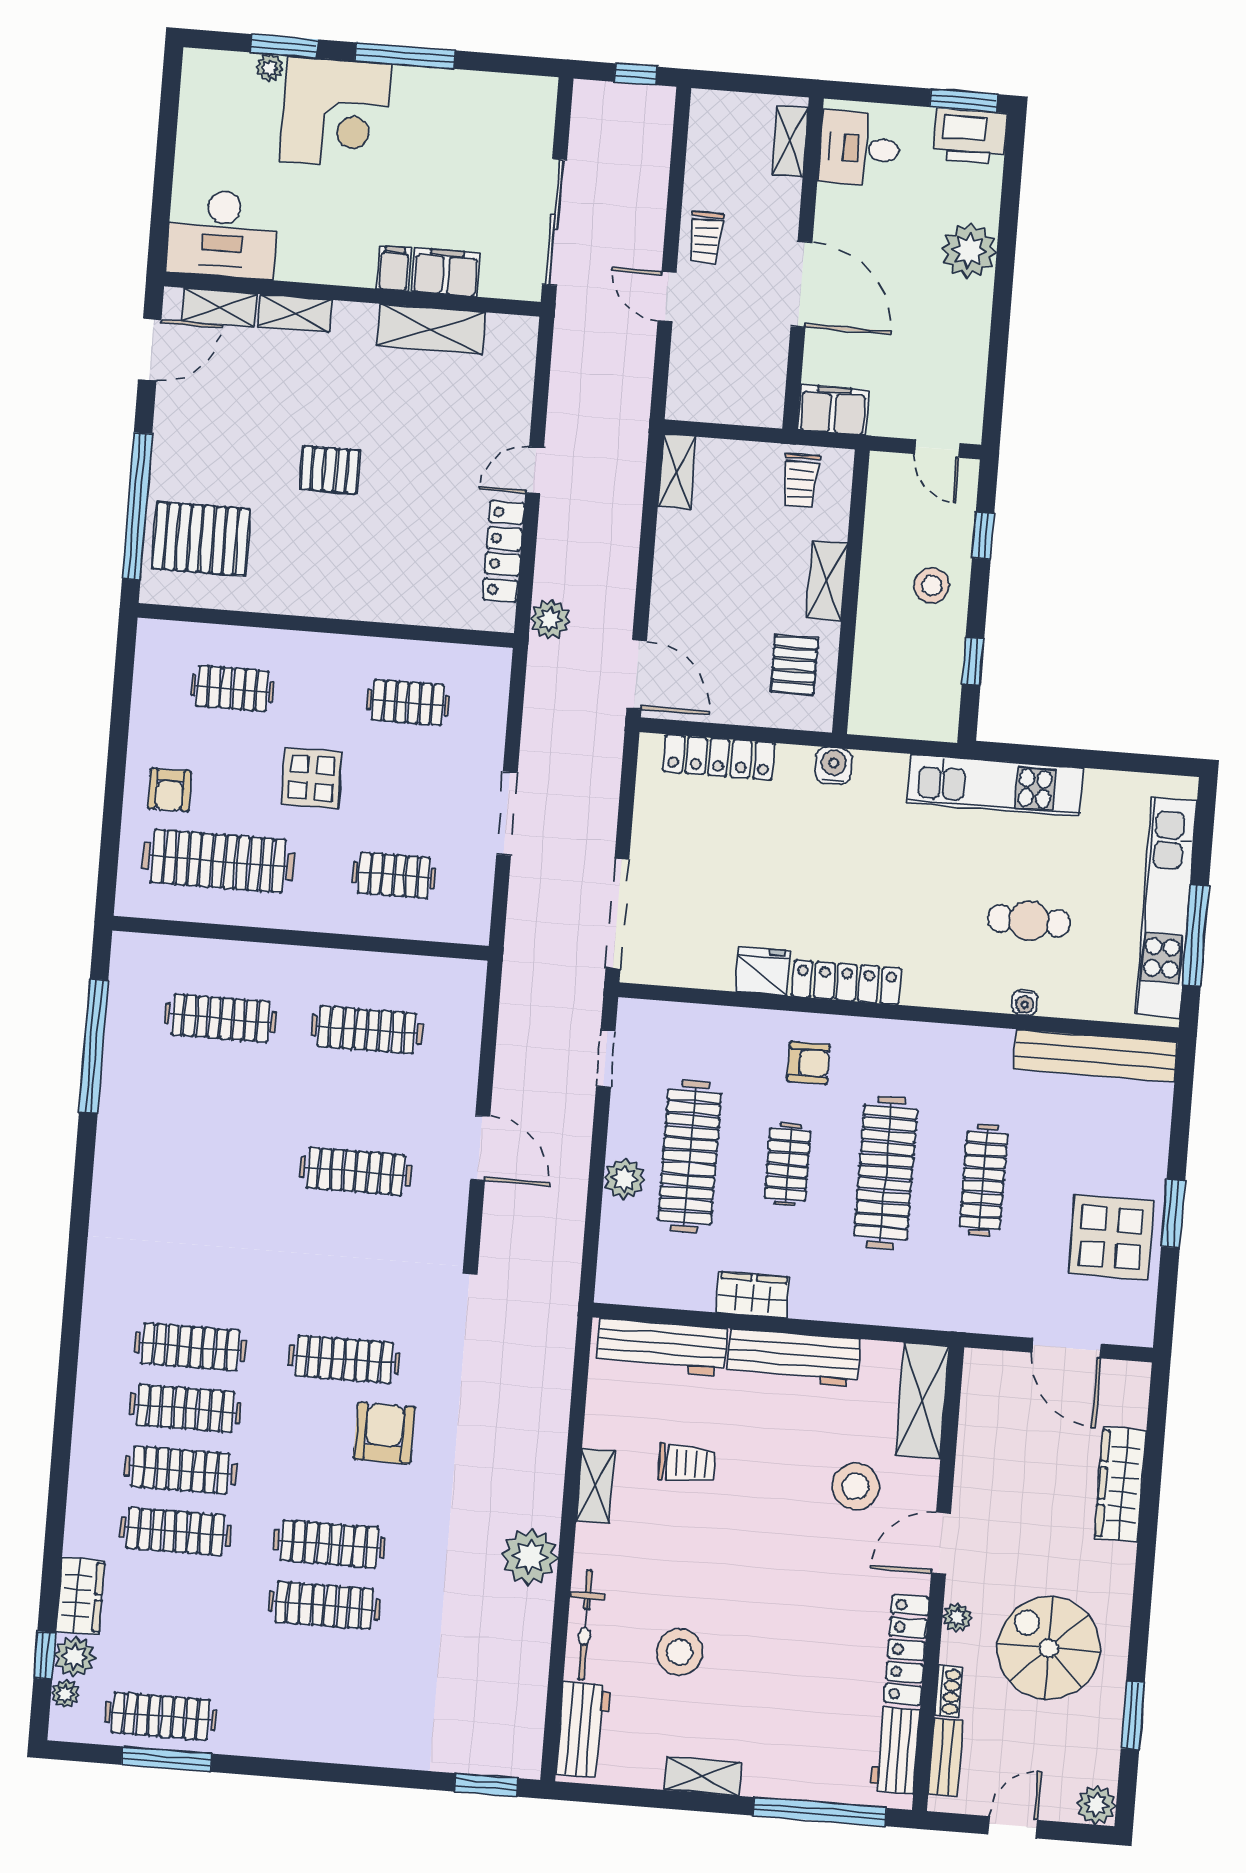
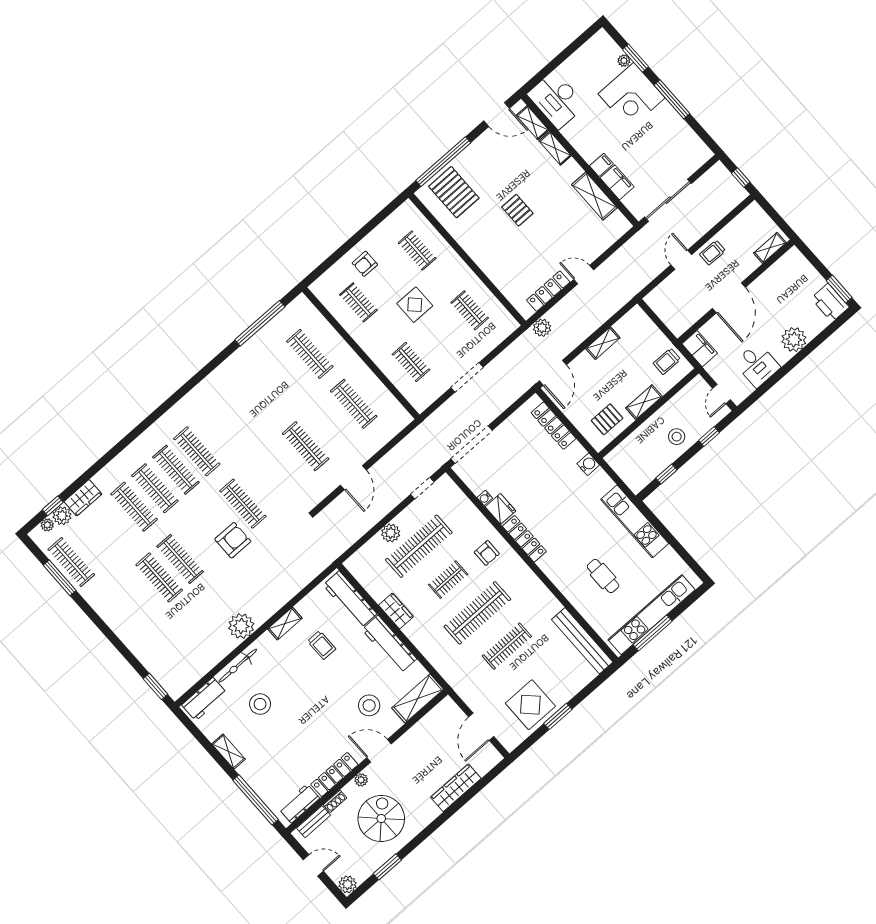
desk: (859, 148) -> (757, 365), moved, turned 180
shelving: (677, 472) -> (603, 343), moved
clothes rail: (218, 861) -> (358, 302), width x0.54, depth x0.76
water cooler: (1025, 1003) -> (485, 498), moved

